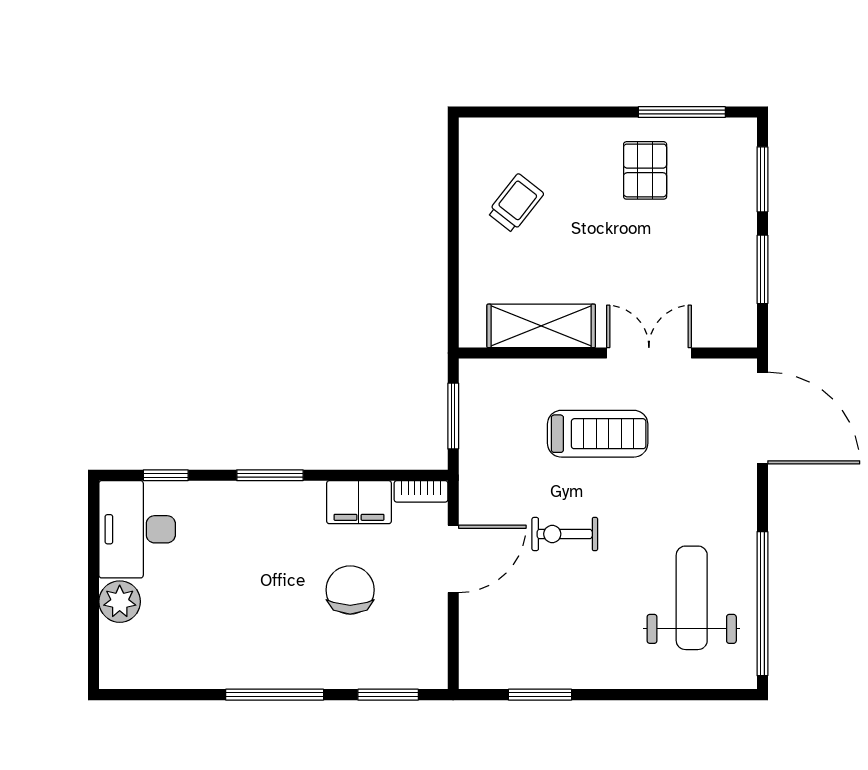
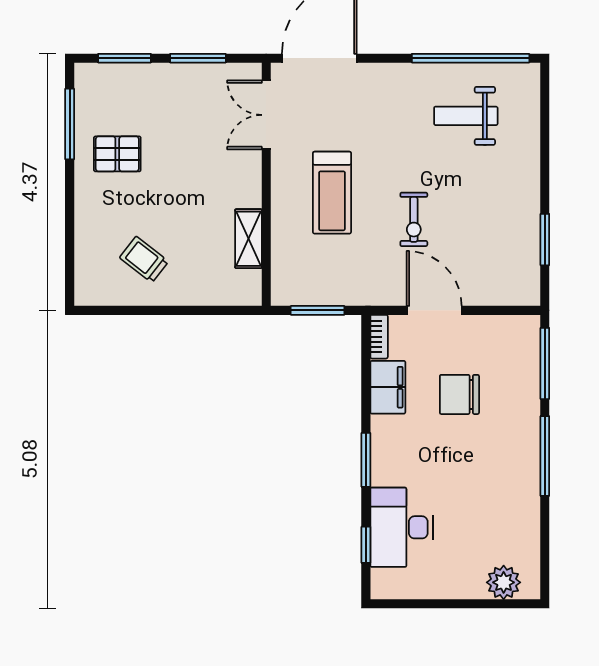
shelving: (541, 326) -> (248, 239), width x0.67, depth x0.75
double door: (649, 353) -> (266, 115), moved
treadmill: (598, 434) -> (332, 193), turned 180
desk: (137, 529) -> (401, 527), moved, turned 90
weight bench: (692, 598) -> (466, 116), width x0.73, depth x0.75
plant: (120, 602) -> (504, 582), moved
window: (388, 695) -> (545, 363), width x1.44

